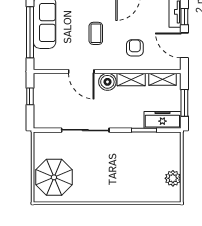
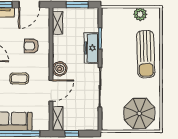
shelving: (131, 79) -> (58, 118), moved
freezer: (162, 120) -> (91, 48), moved
sun lounger: (125, 185) -> (146, 54), added

